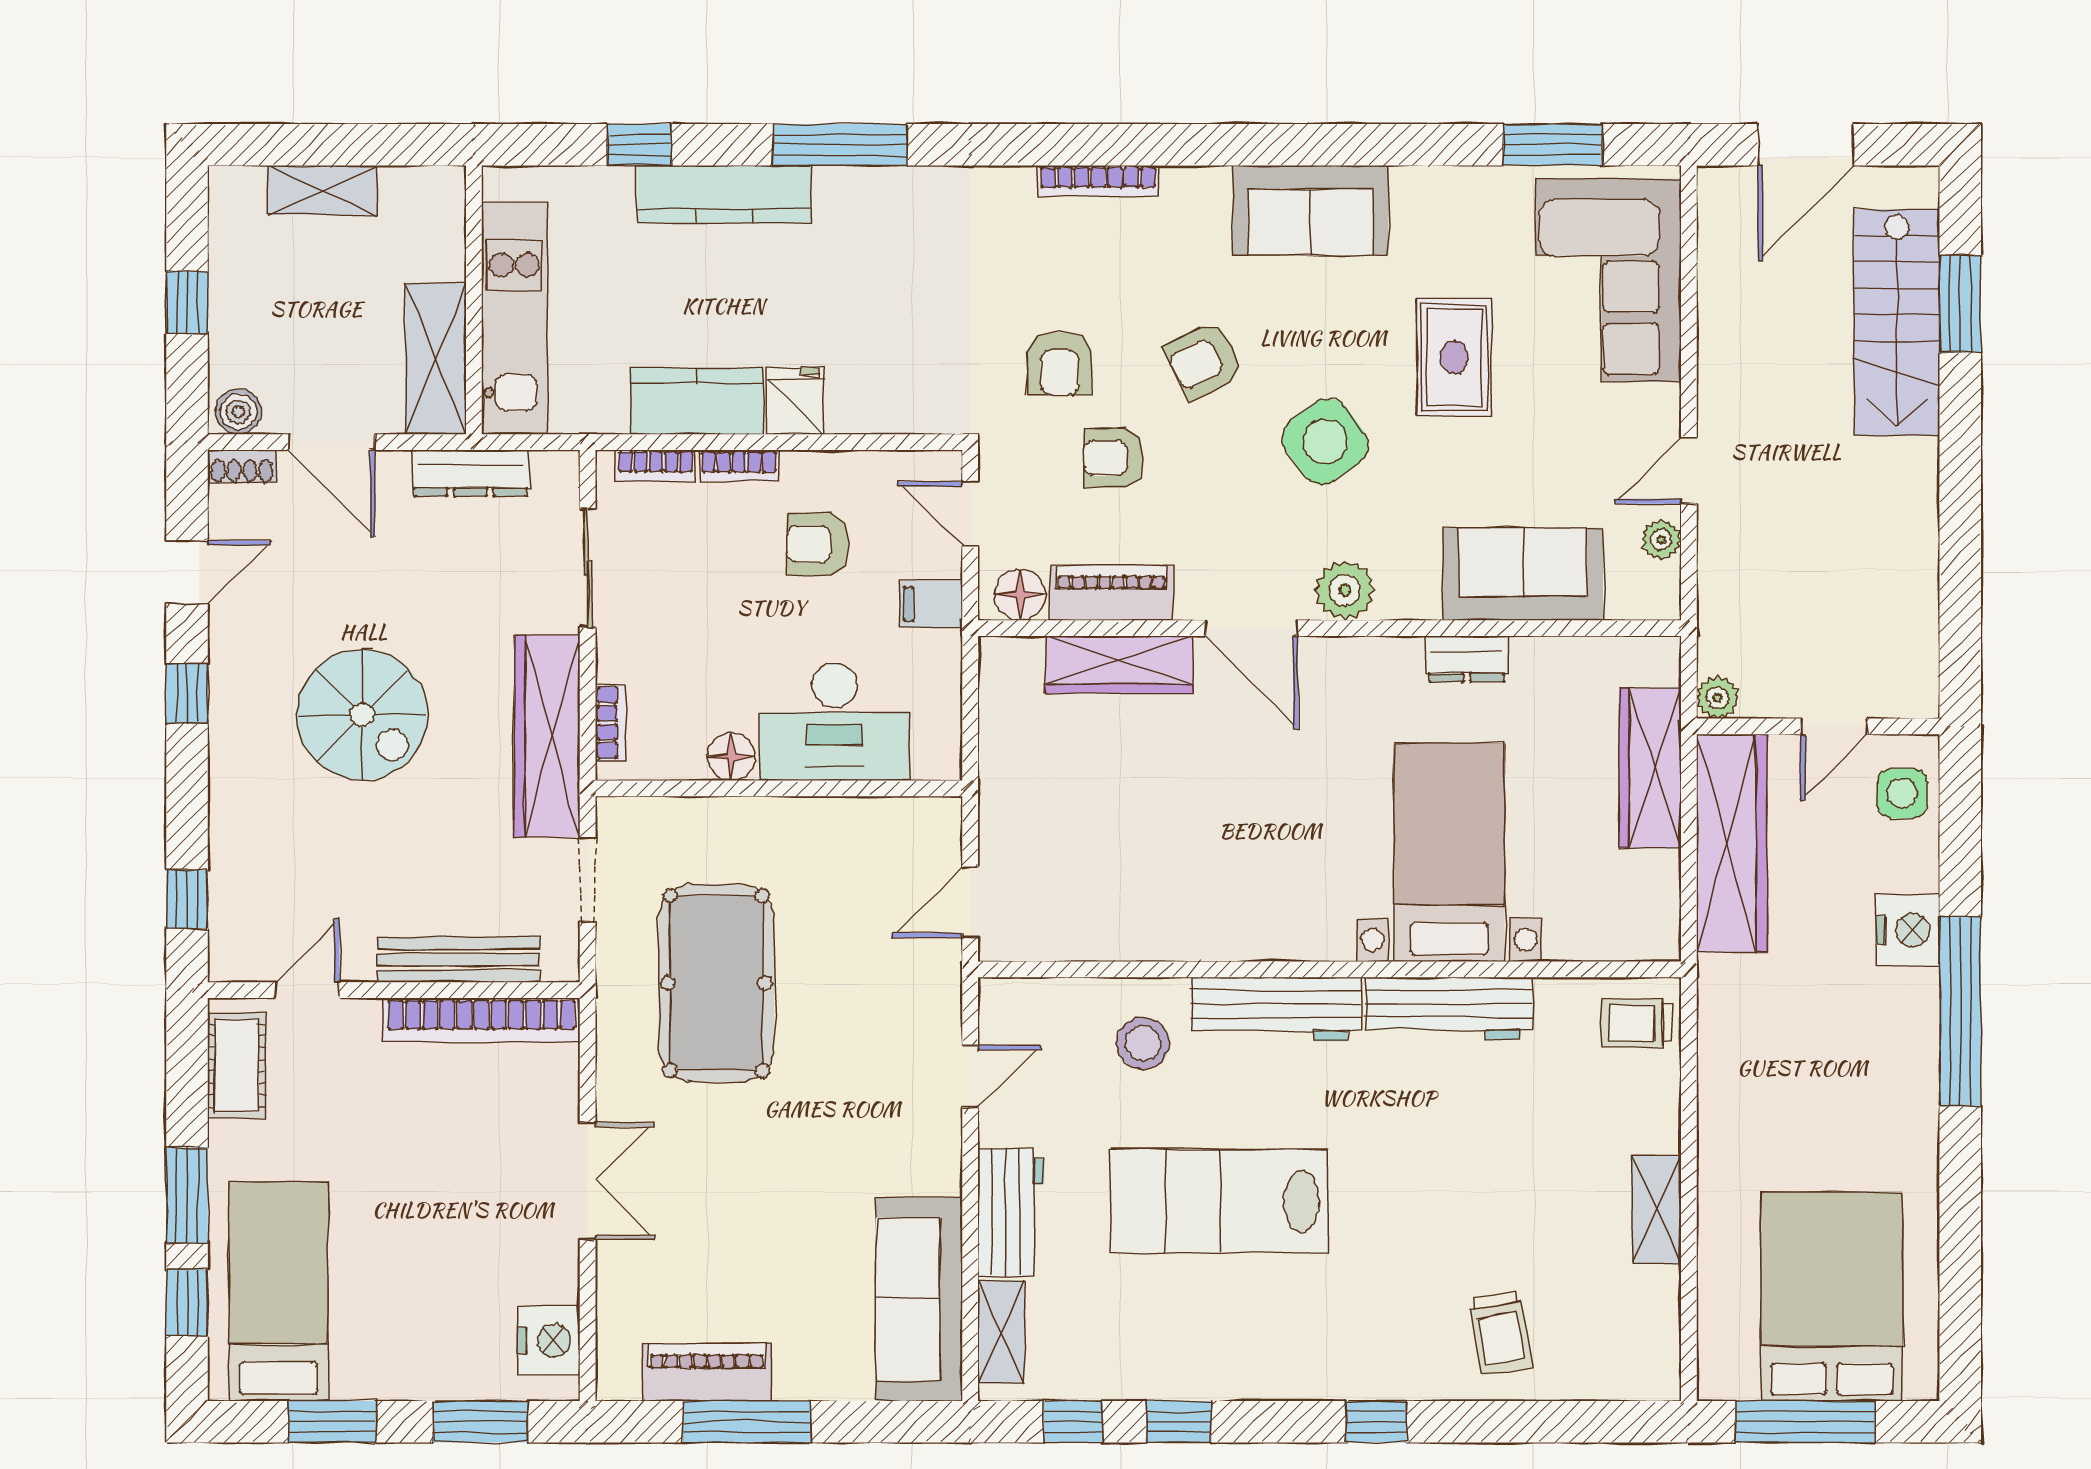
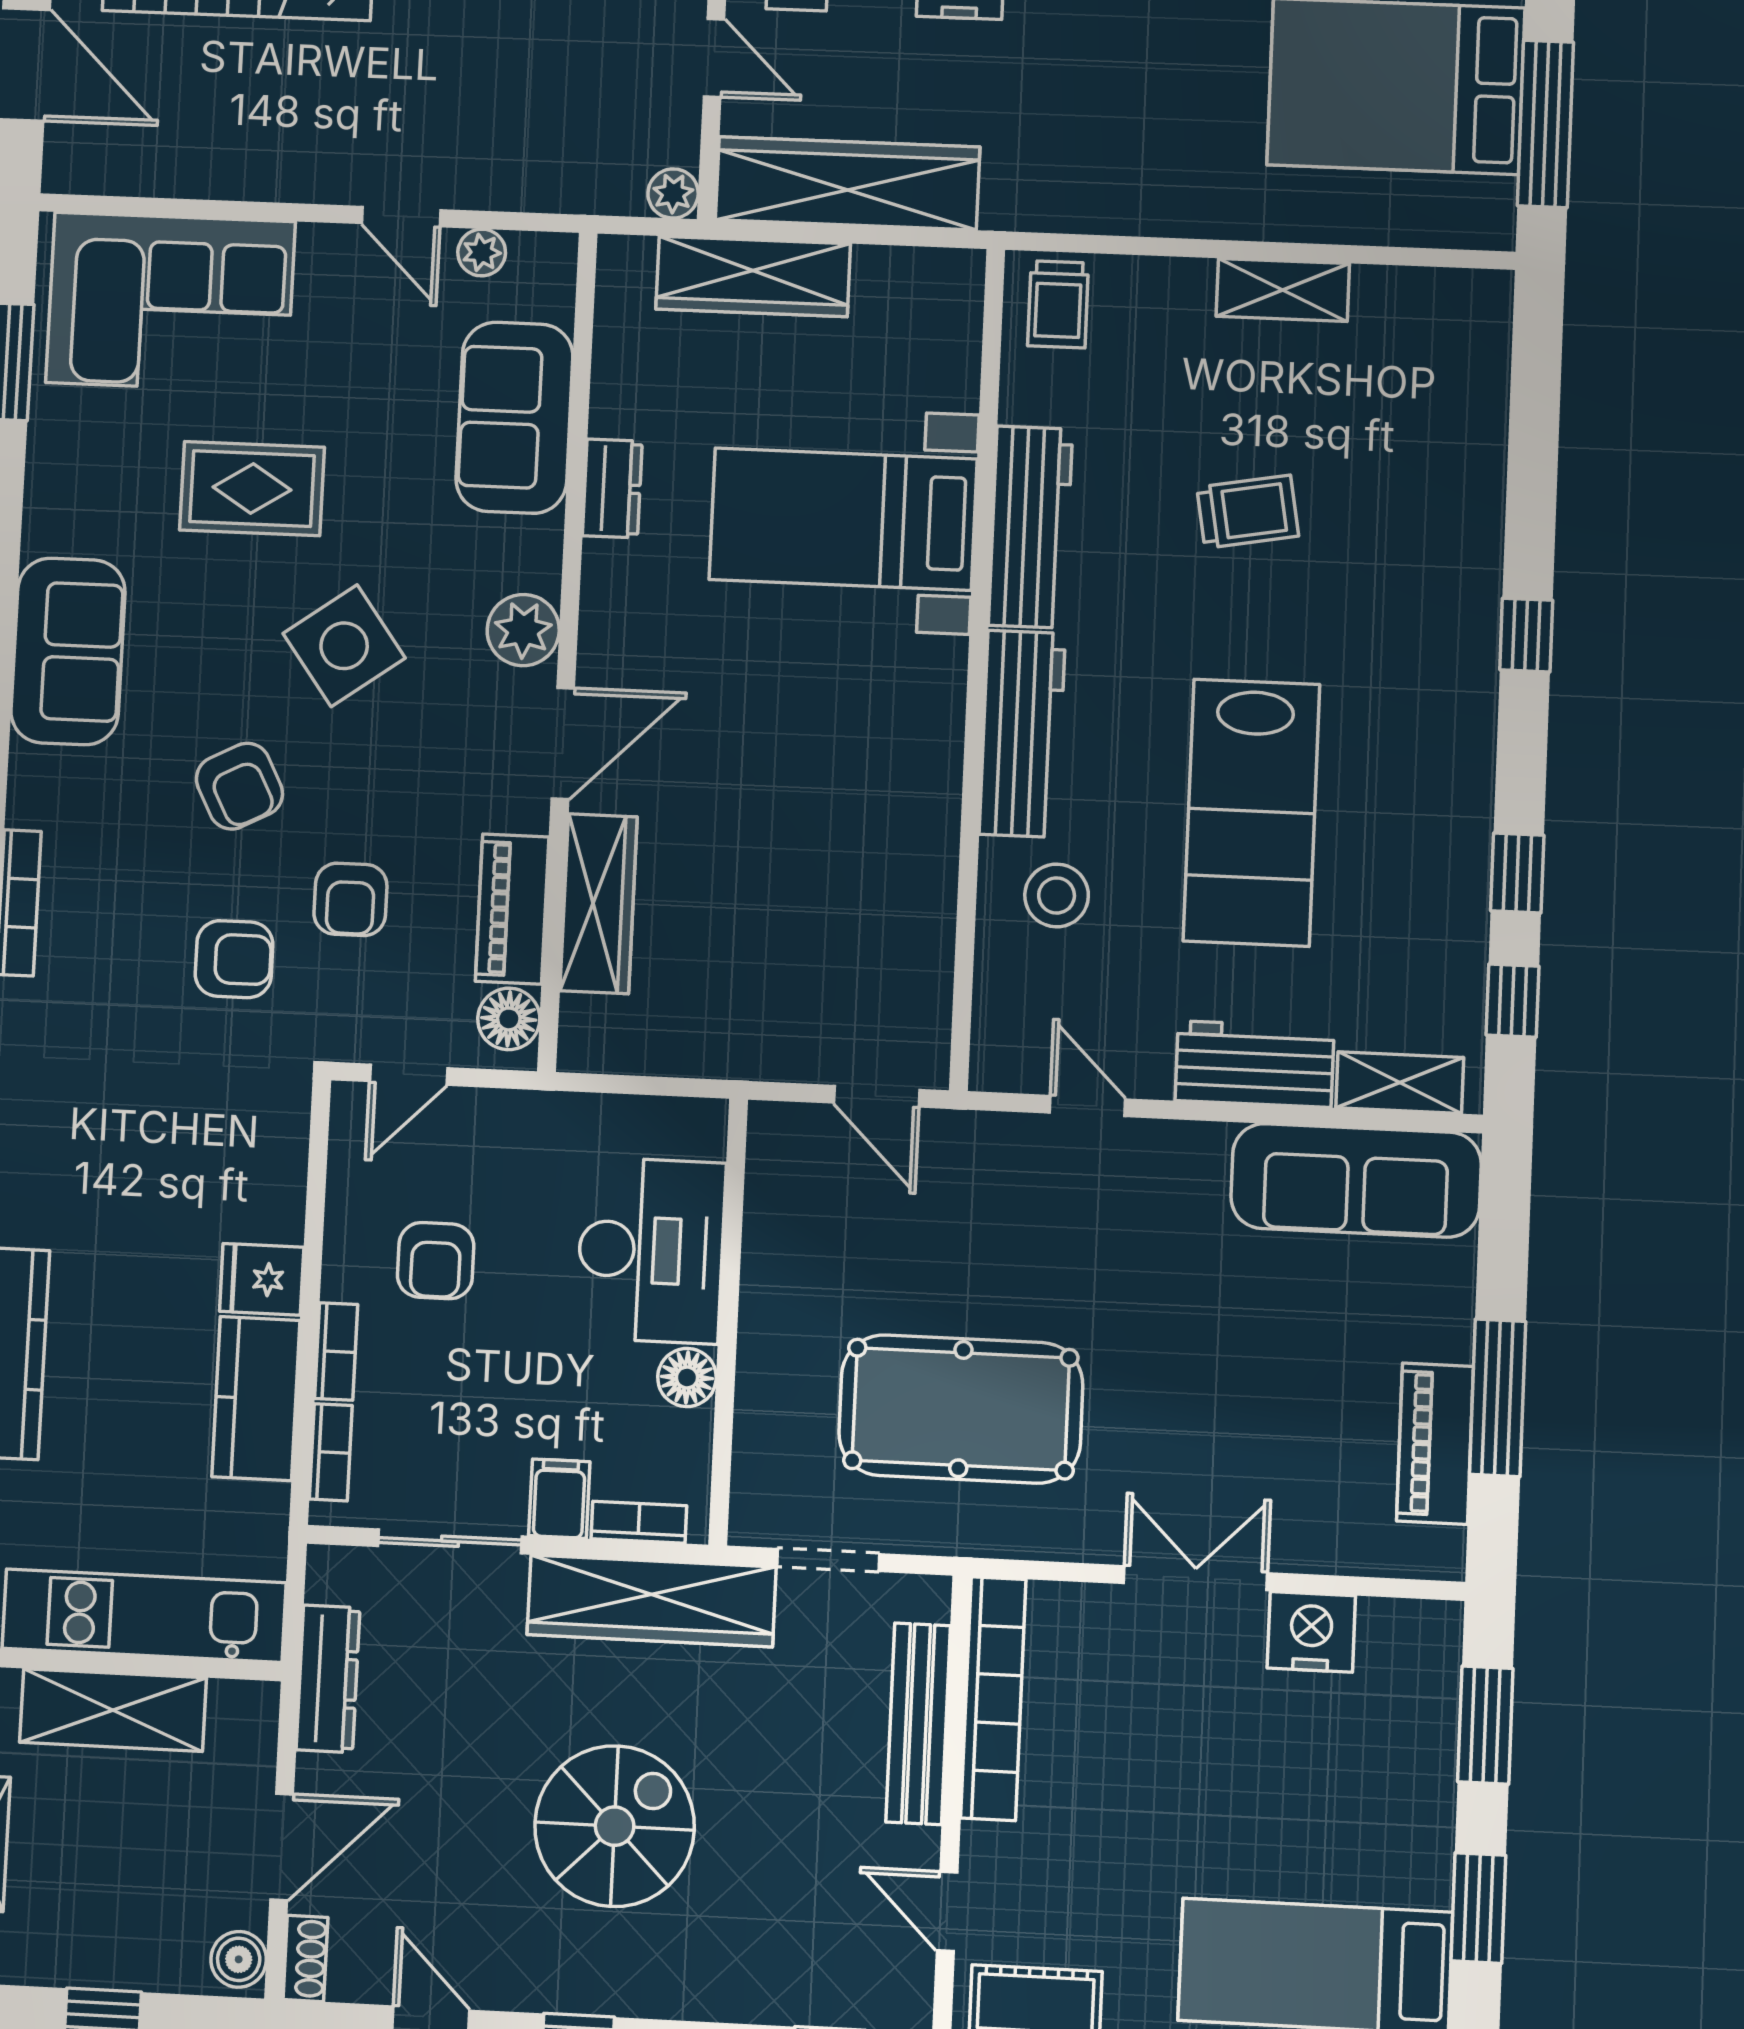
shelving: (436, 359) -> (113, 1710), moved
filing cabinet: (931, 604) -> (559, 1499), moved, turned 180
trolley: (1500, 1333) -> (1248, 512), moved
nightstand: (549, 1341) -> (1311, 1632), moved

